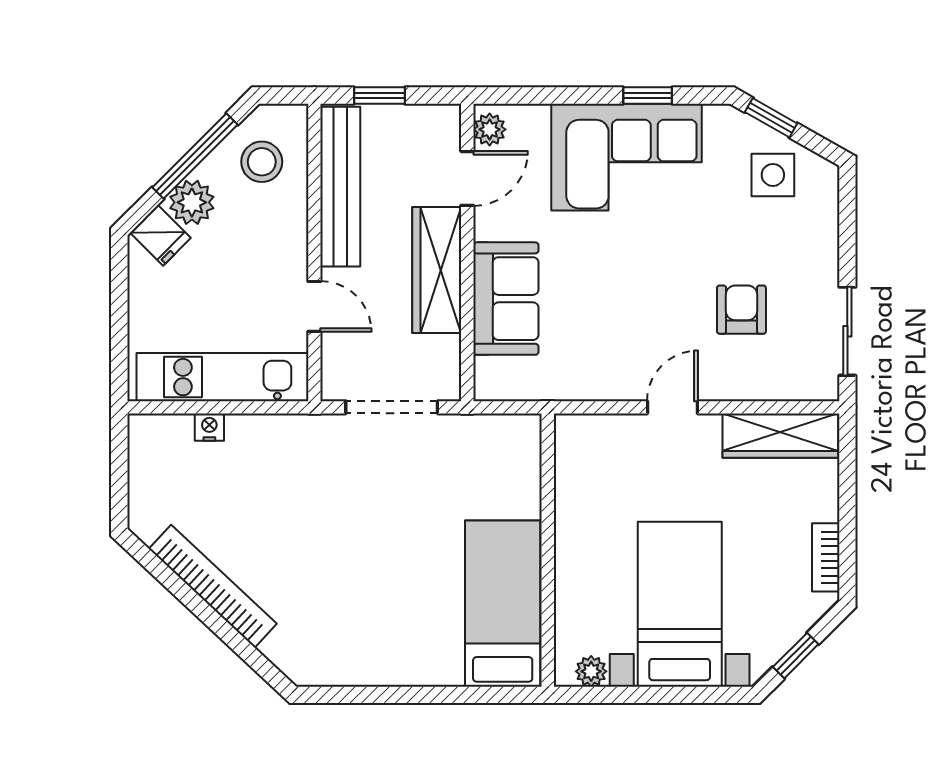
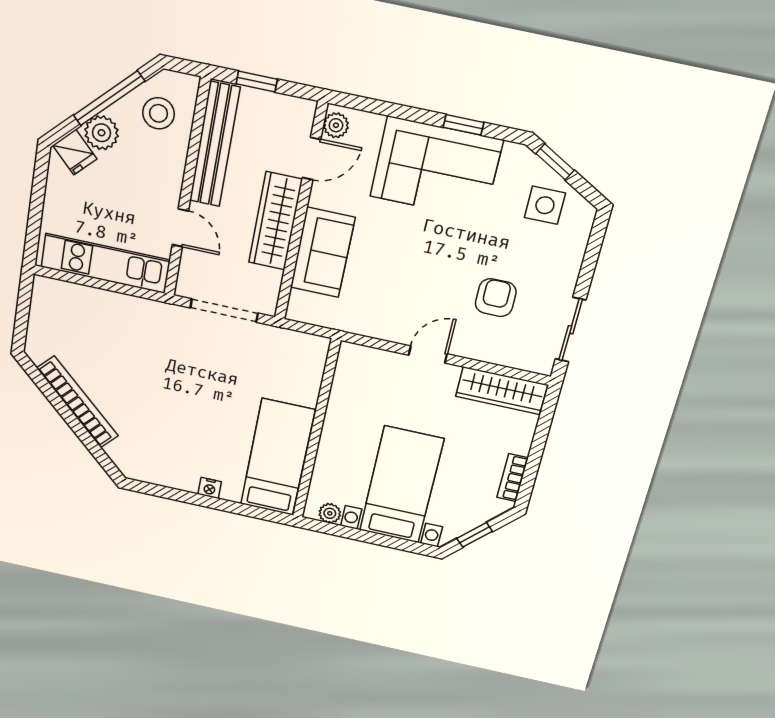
nightstand: (209, 427) -> (210, 488), moved, turned 180

